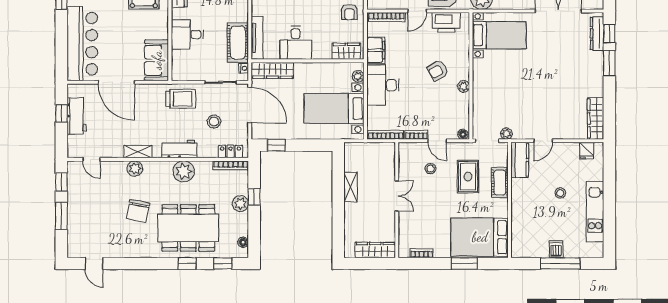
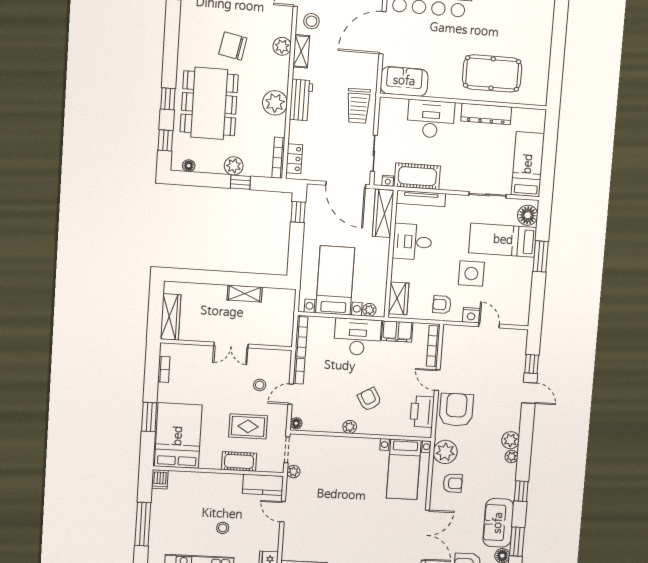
desk: (187, 35) -> (431, 119), width x1.37
door: (250, 105) -> (346, 185), hinge flipped
stool: (214, 122) -> (311, 21), moved
dishwasher: (556, 249) -> (160, 479), moved, turned 90

